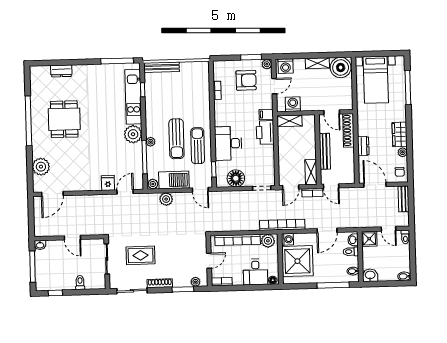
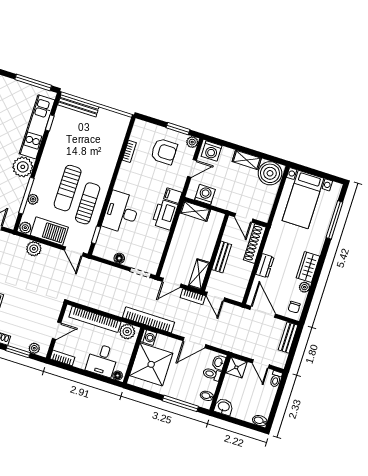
plant: (151, 142) -> (33, 199), moved
bench: (325, 151) -> (222, 257), width x0.73
floor lamp: (236, 178) -> (119, 258), width x0.53, depth x0.53

